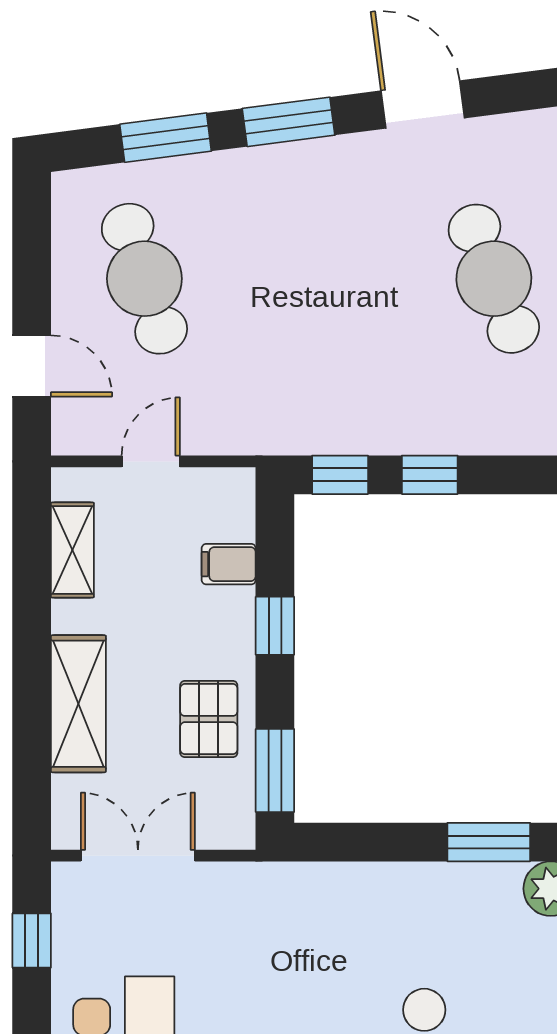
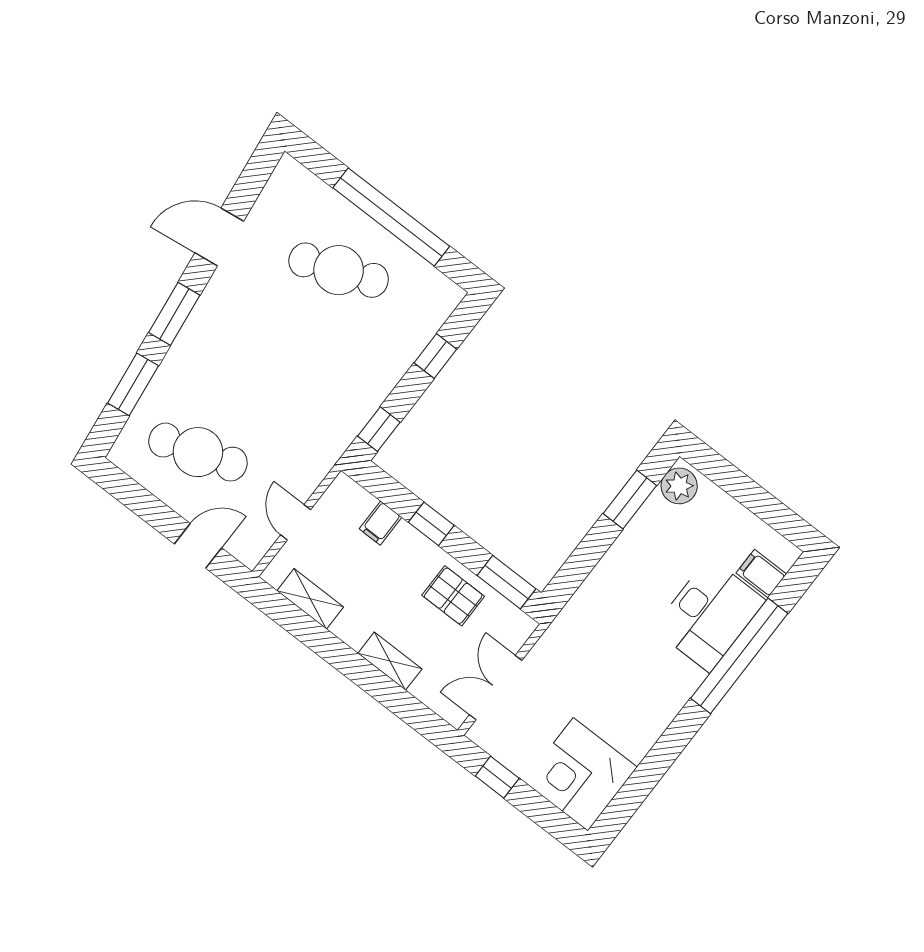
window: (430, 475) -> (435, 356), moved
shelving: (78, 704) -> (390, 661), width x0.67, depth x0.75

